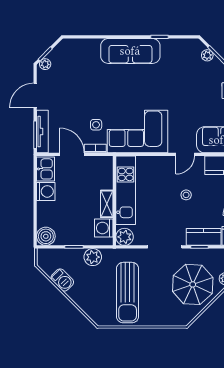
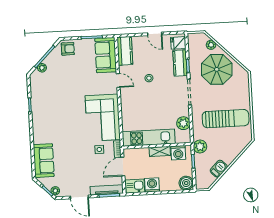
sofa: (130, 51) -> (44, 161), moved, width x0.73
kitchen unit: (126, 190) -> (149, 138), moved
wall: (114, 201) -> (157, 146), moved
shelving: (107, 204) -> (160, 151), moved
washing machine: (104, 228) -> (178, 153), moved

